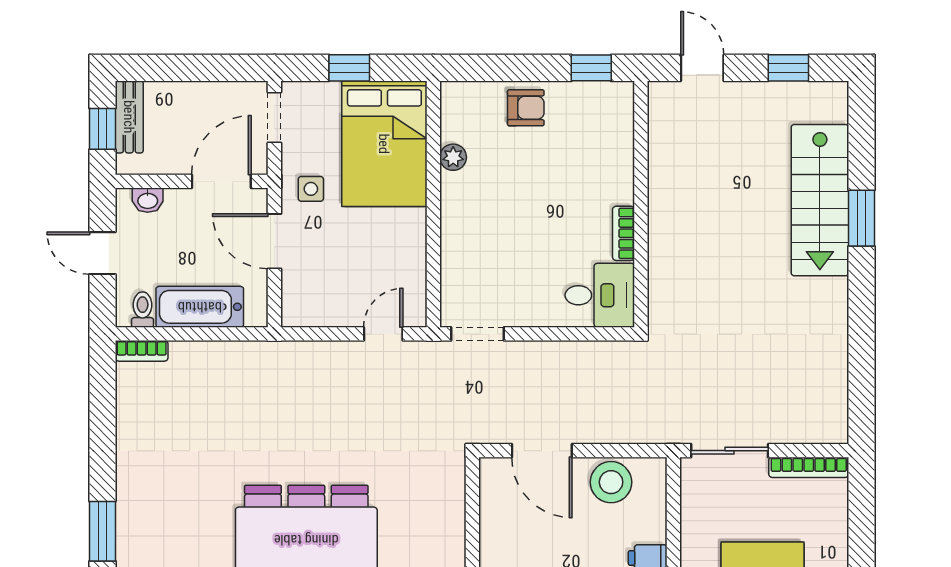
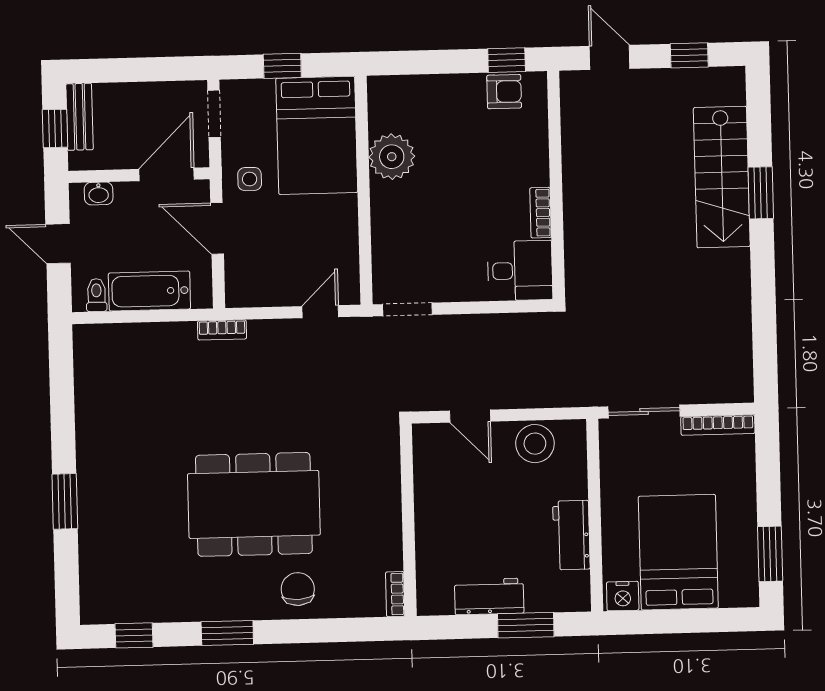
armchair: (526, 108) -> (504, 92), moved
plant: (453, 157) -> (392, 157), width x1.88, depth x1.88
bookcase: (142, 351) -> (222, 330), moved
door: (542, 451) -> (470, 416), width x0.73

